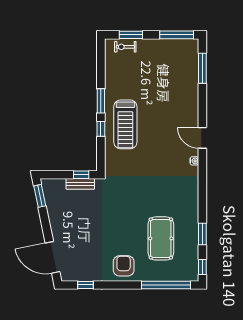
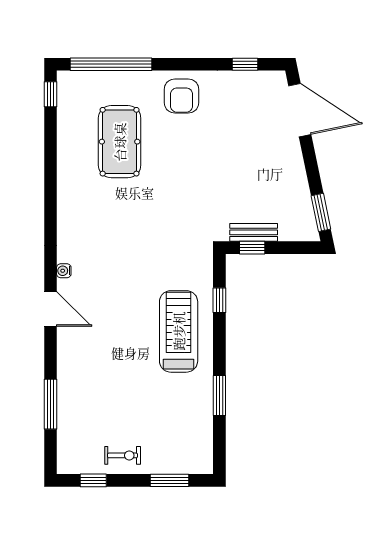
window: (177, 35) -> (93, 480), width x0.46
exercise bike: (125, 47) -> (123, 455), moved
window: (202, 68) -> (50, 404), moved
window: (101, 101) -> (219, 396), moved
window: (101, 129) -> (219, 300), moved
window: (202, 234) -> (50, 149), removed

